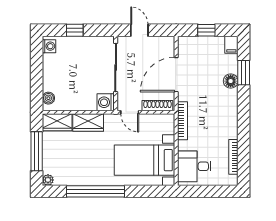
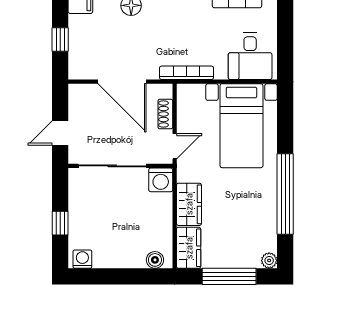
shoe rack: (157, 106) -> (165, 114), width x0.70

